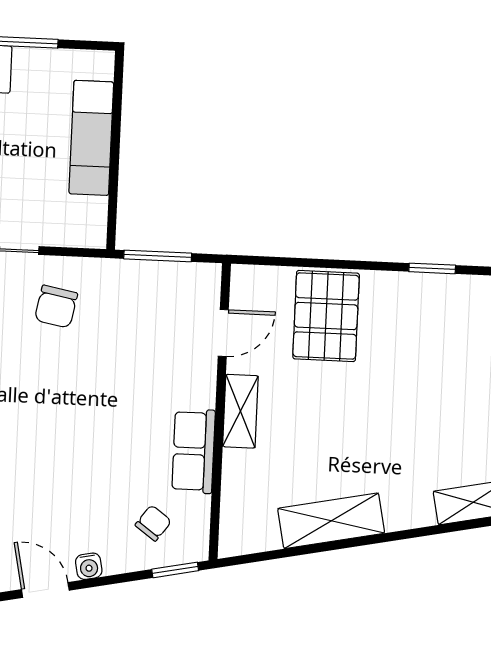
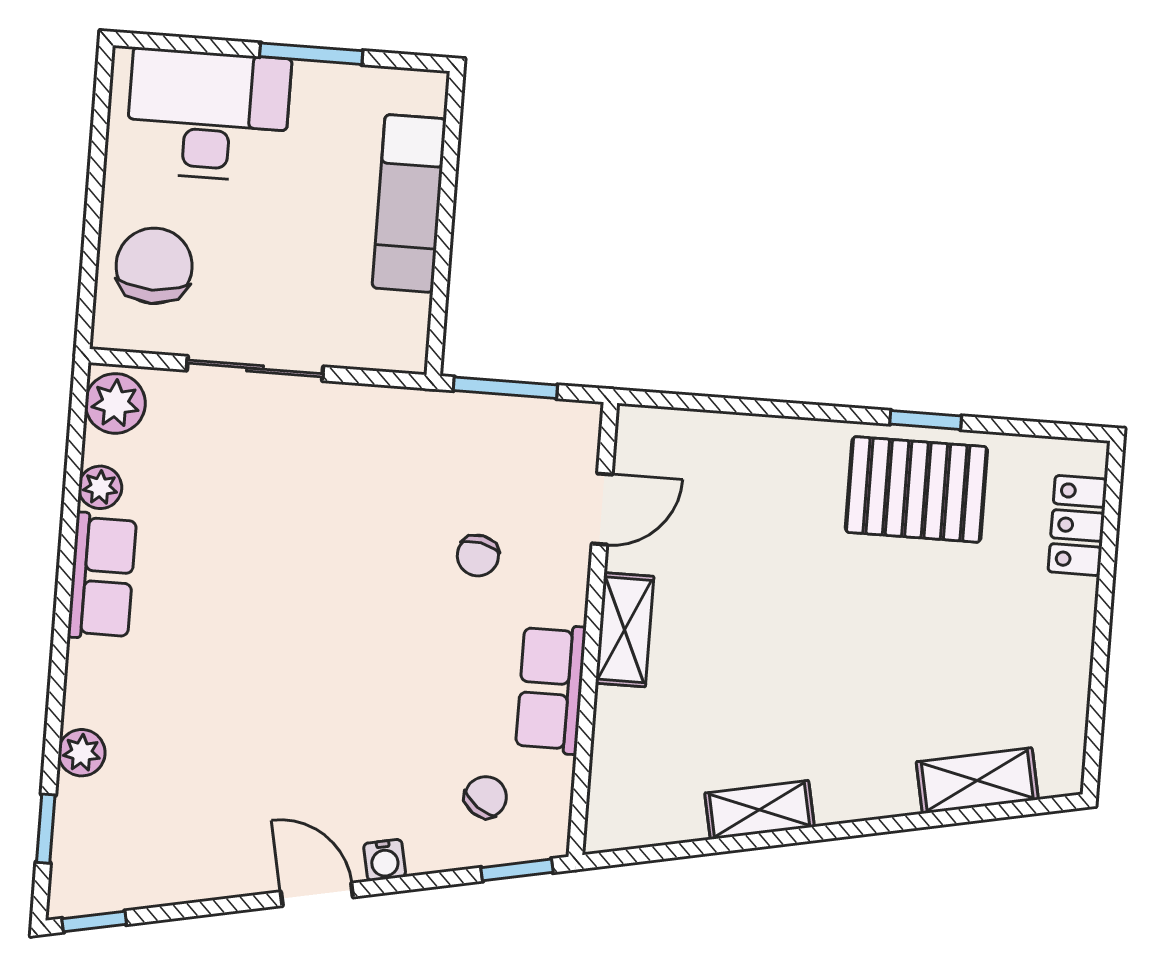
chair: (56, 307) -> (478, 556), moved, width x0.73, depth x0.73
pallet: (326, 316) -> (916, 489), moved, turned 90
shelving: (331, 521) -> (759, 810), width x0.67, depth x0.75

